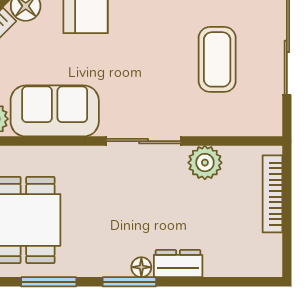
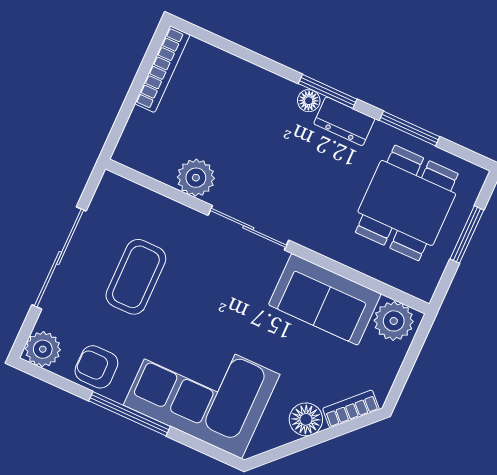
bookcase: (272, 194) -> (162, 69), moved
dresser: (178, 264) -> (344, 121), moved

